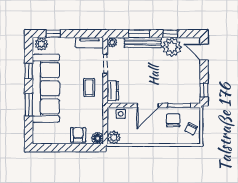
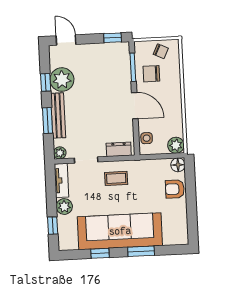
plant: (41, 44) -> (64, 207), moved
door: (204, 52) -> (66, 40), swing flipped

